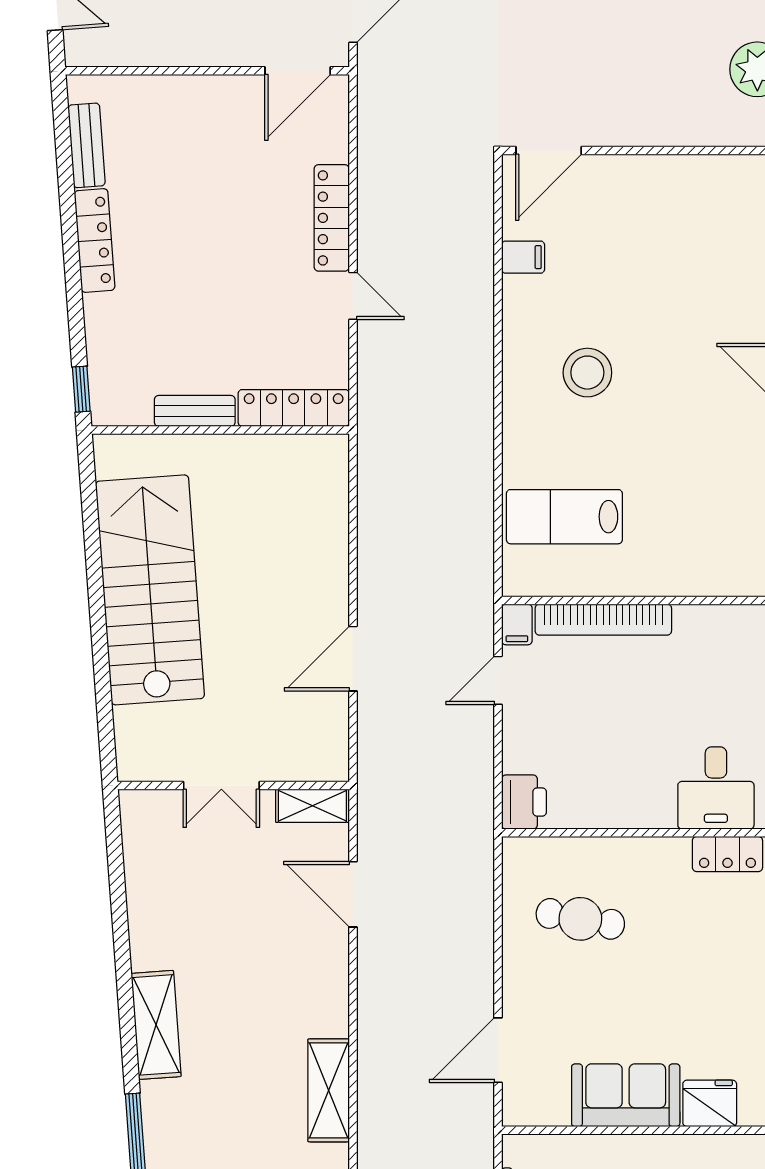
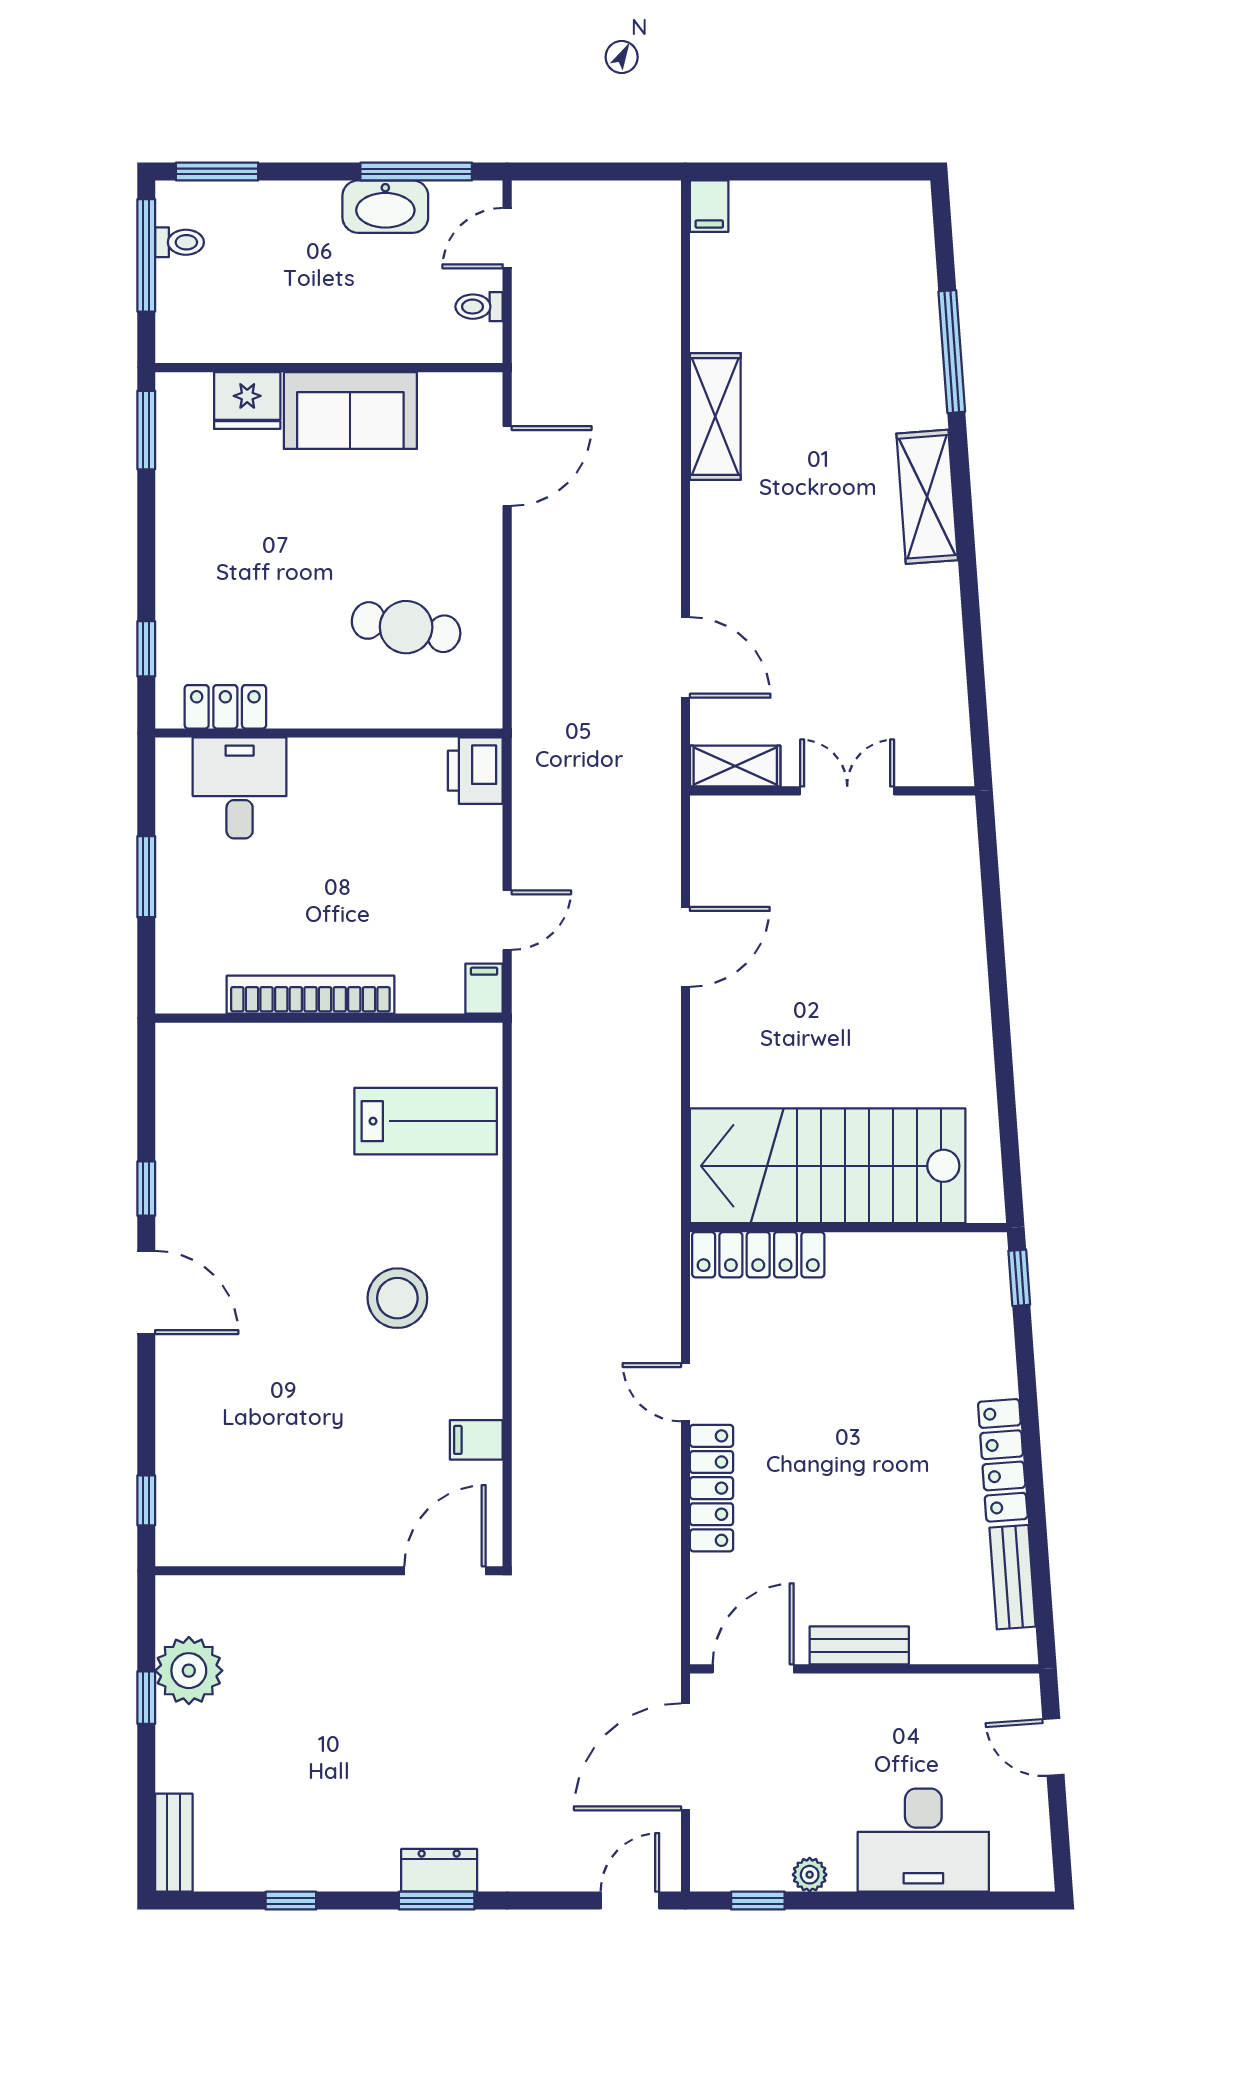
bench: (195, 411) -> (859, 1645), moved
stairs: (150, 590) -> (828, 1166), moved, turned 94
bookcase: (603, 620) -> (310, 995), moved

